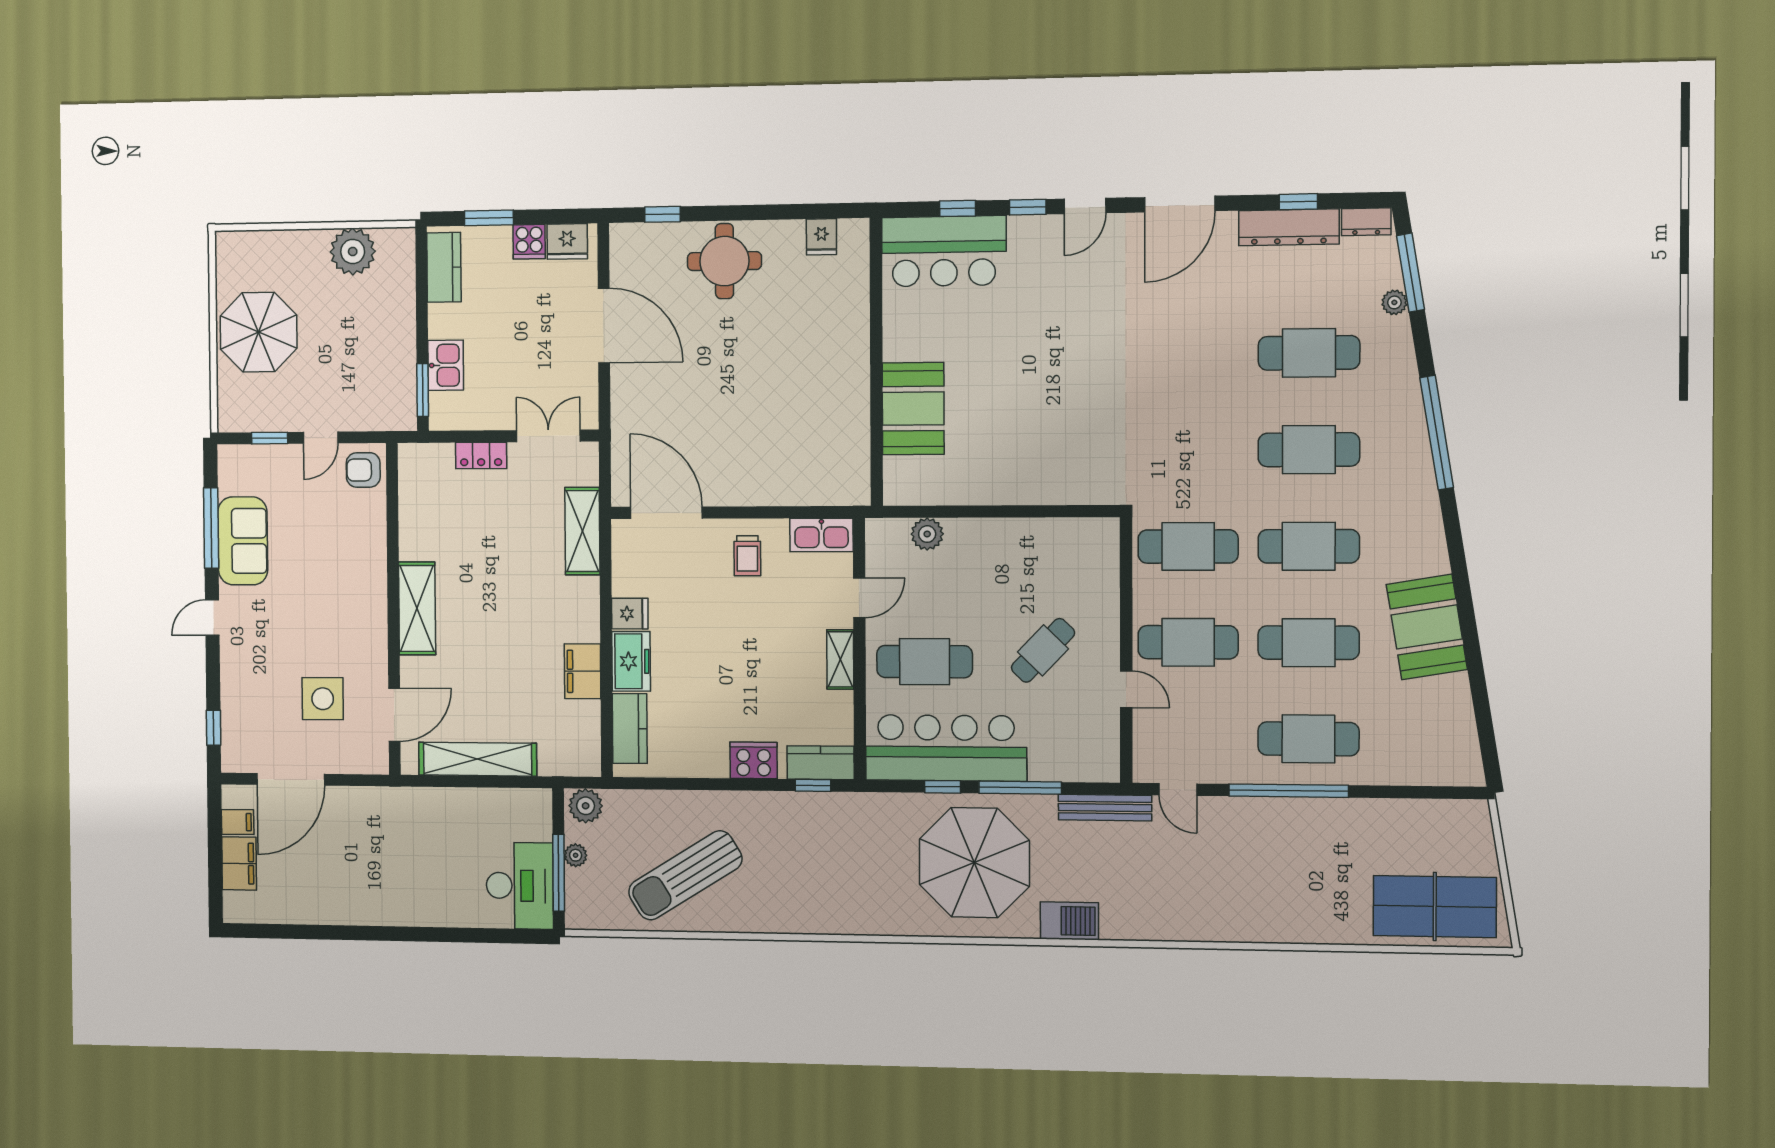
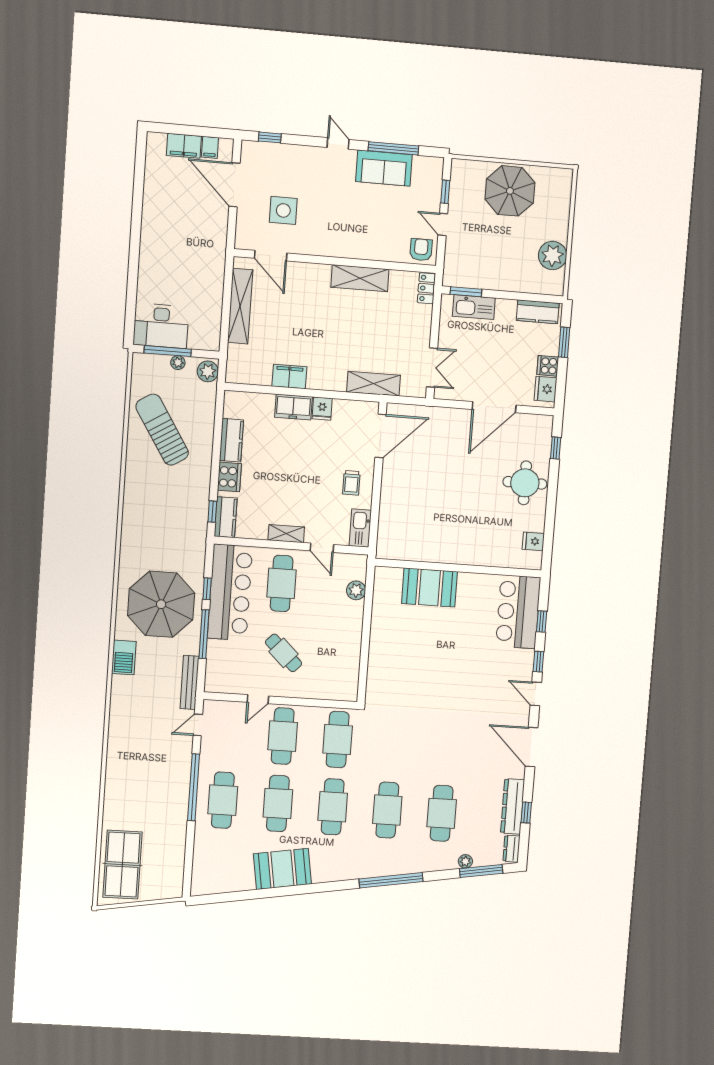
kitchen sink: (446, 365) -> (474, 307), width x1.38
locker: (481, 456) -> (426, 288), moved
trolley: (747, 556) -> (351, 483), turned -90
shelving: (417, 608) -> (360, 278), moved
kitchen counter: (630, 729) -> (231, 440), moved, turned -90

